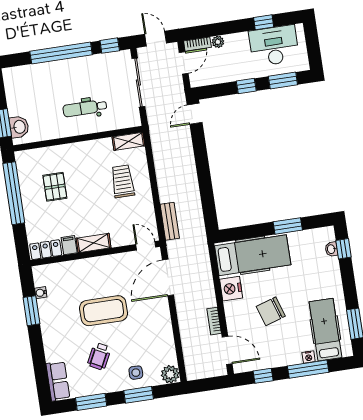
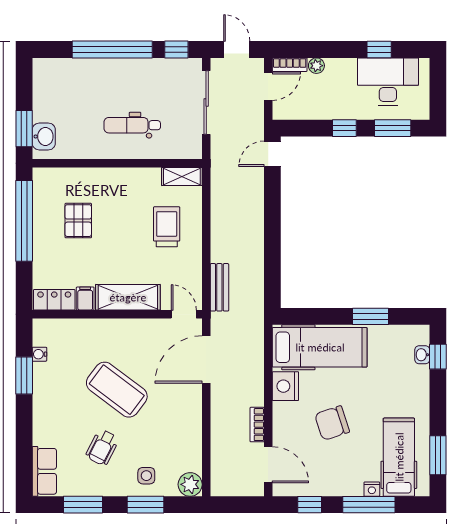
shelving: (94, 243) -> (128, 297), width x1.50, depth x1.33
coffee table: (104, 311) -> (117, 390), turned 37

